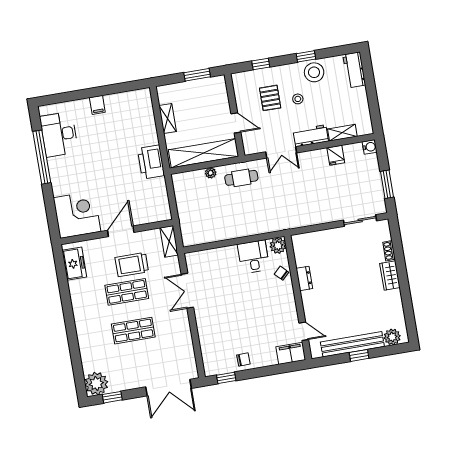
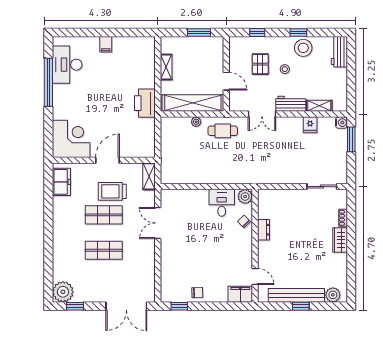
window: (387, 184) -> (351, 139), moved

